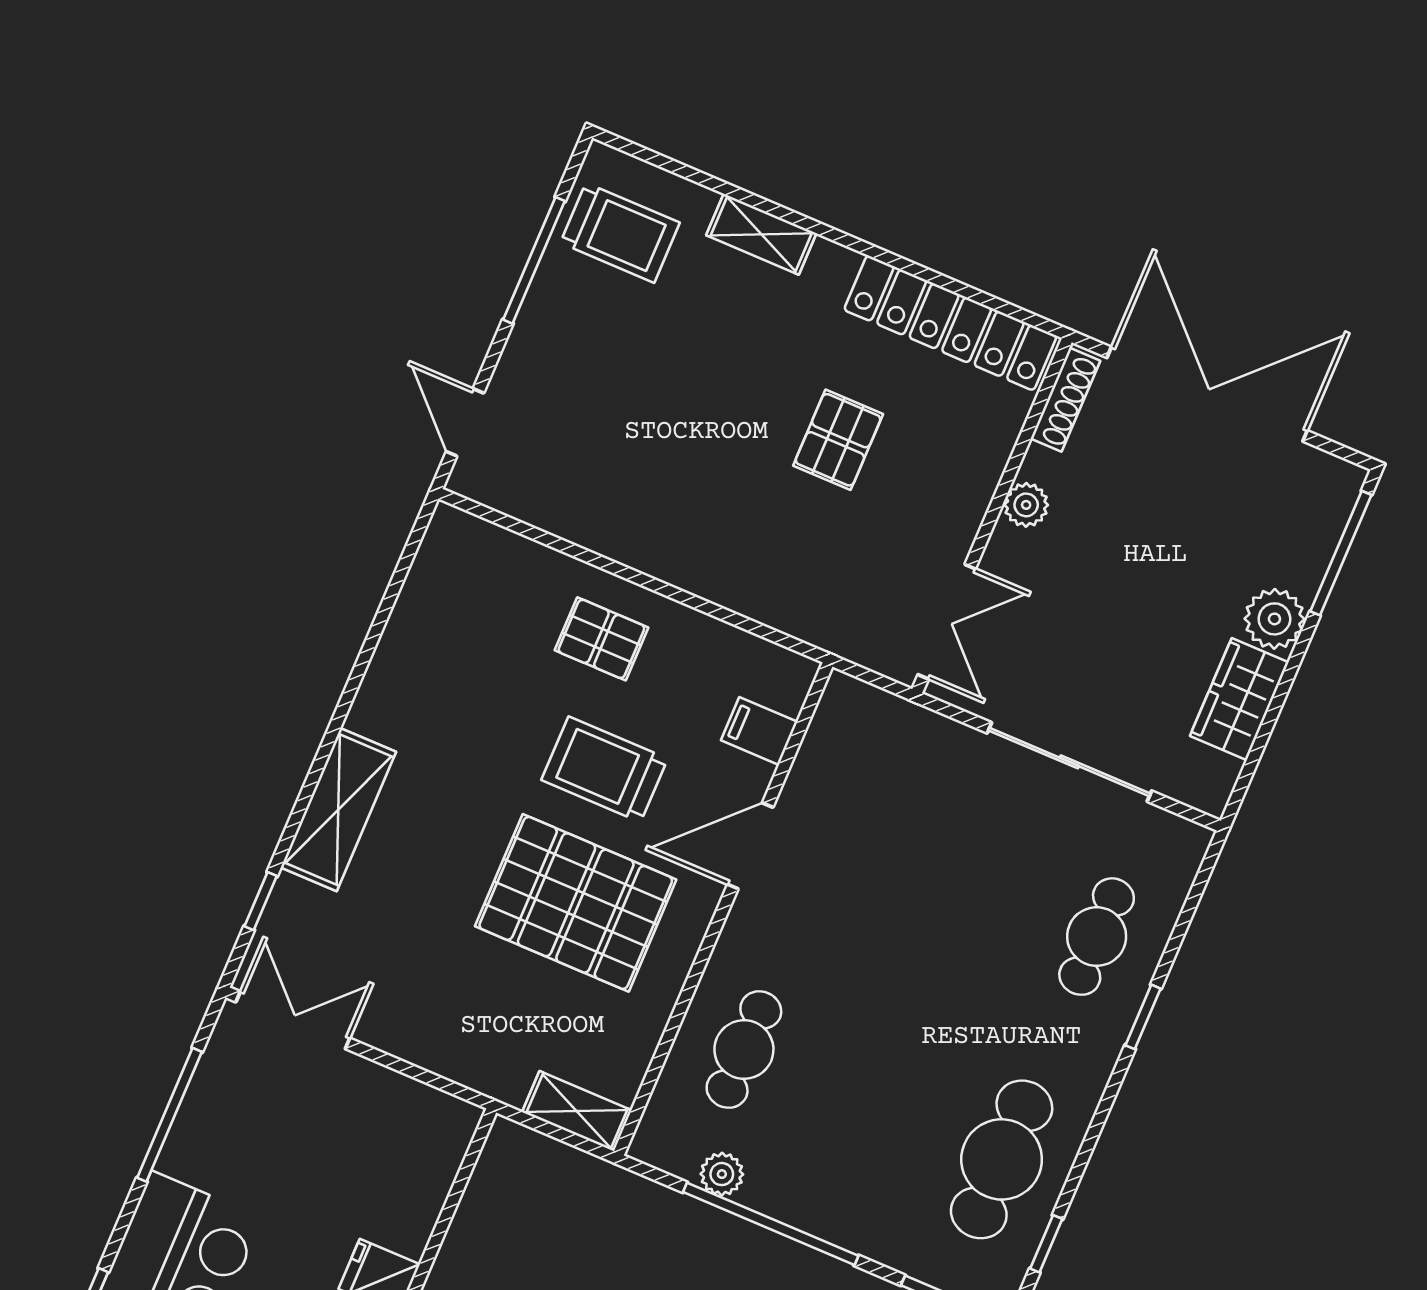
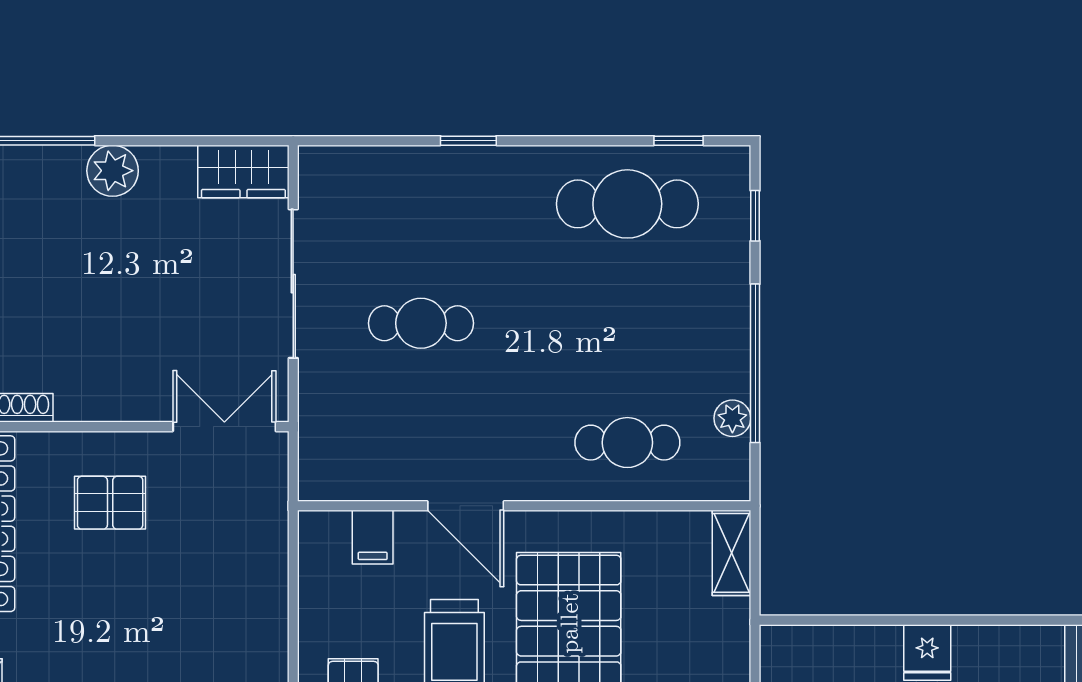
pallet: (838, 440) -> (110, 503), moved
plant: (1026, 505) -> (106, 403), removed
wardrobe: (1239, 699) -> (243, 171), moved
cafe table: (1097, 937) -> (421, 323), moved

